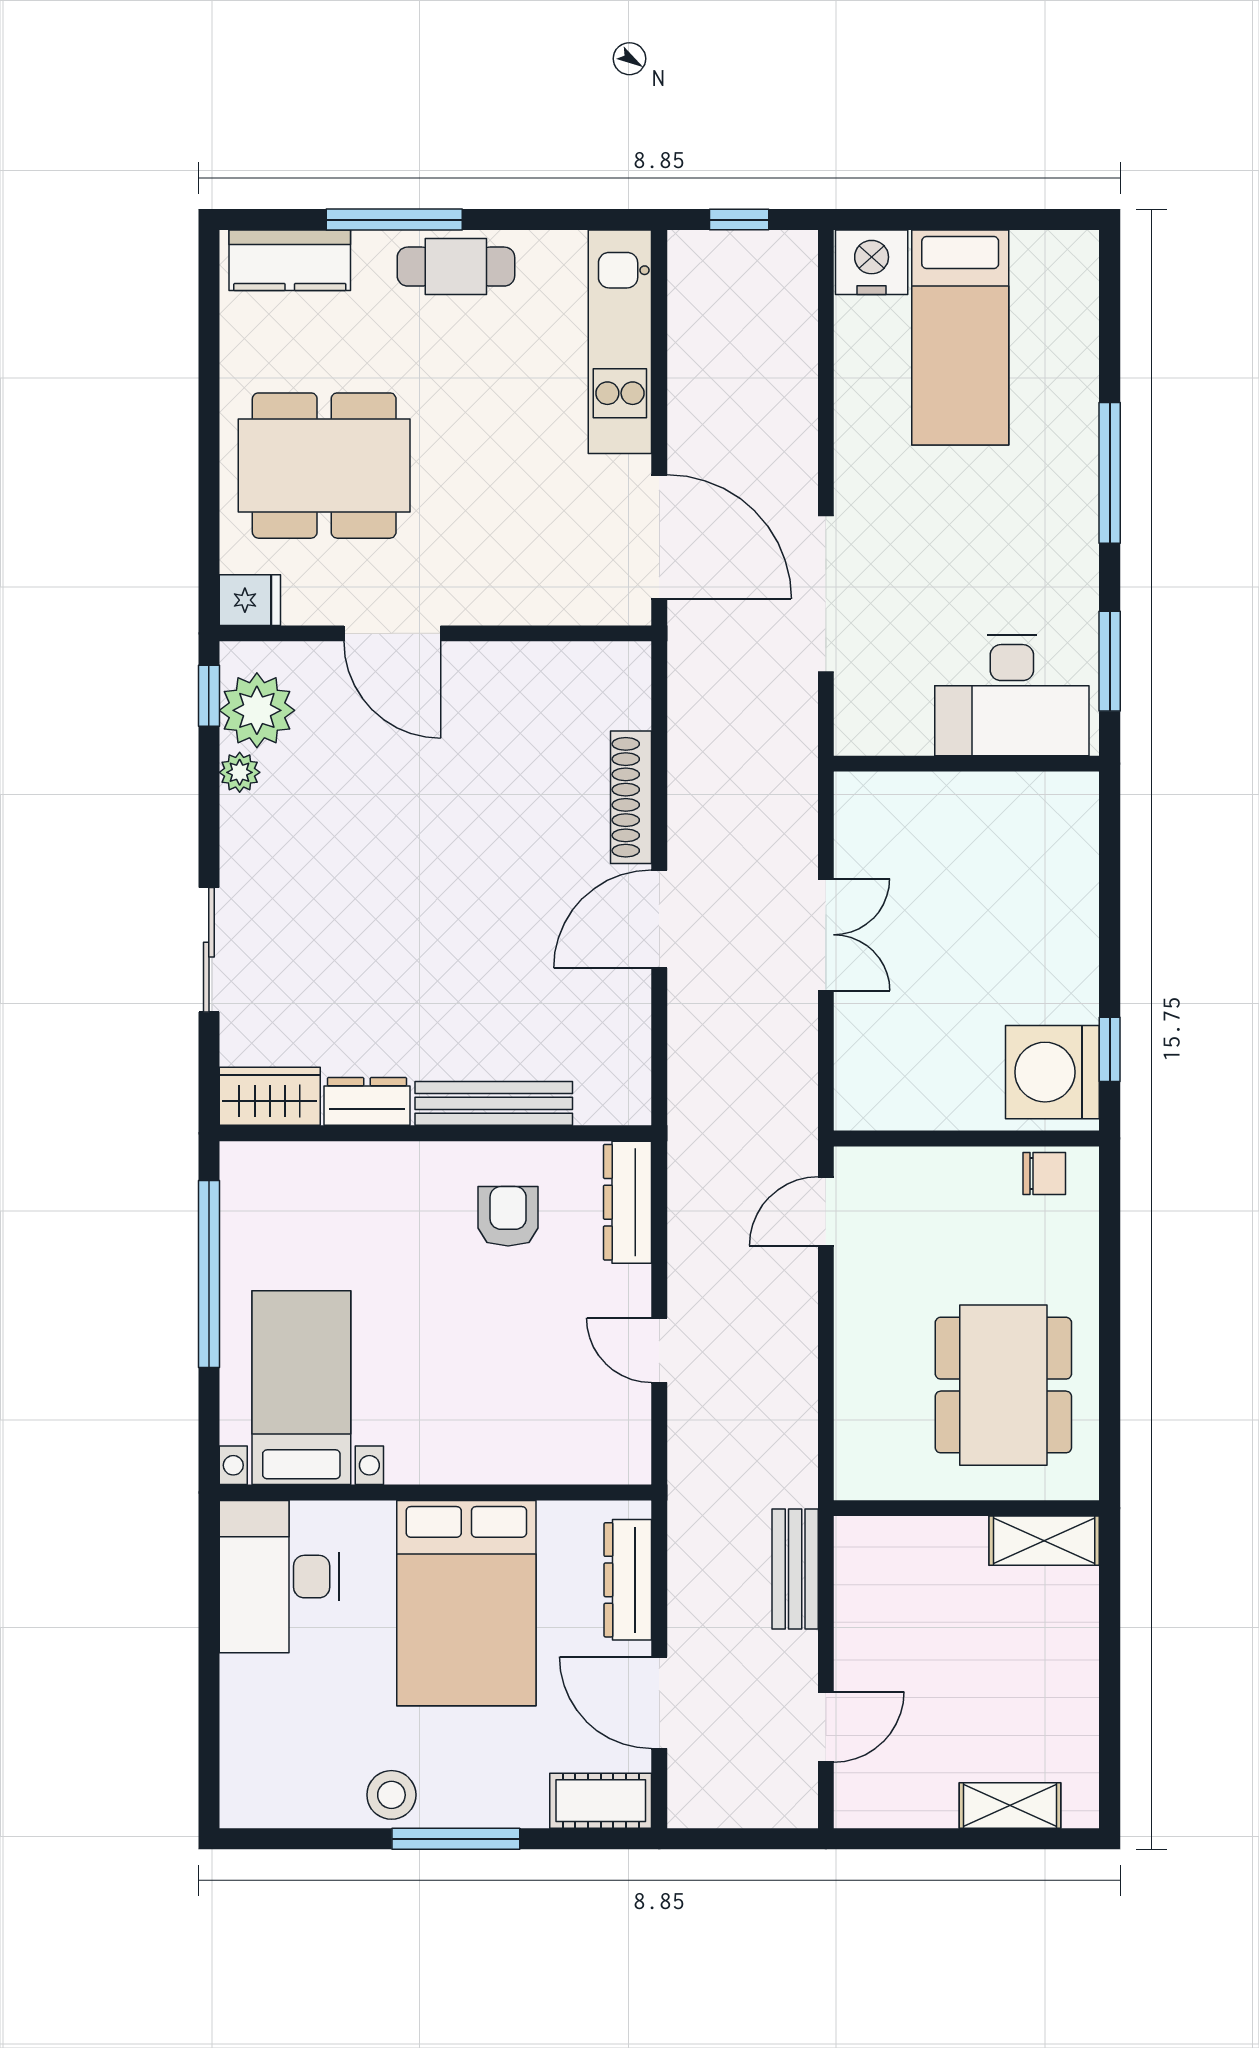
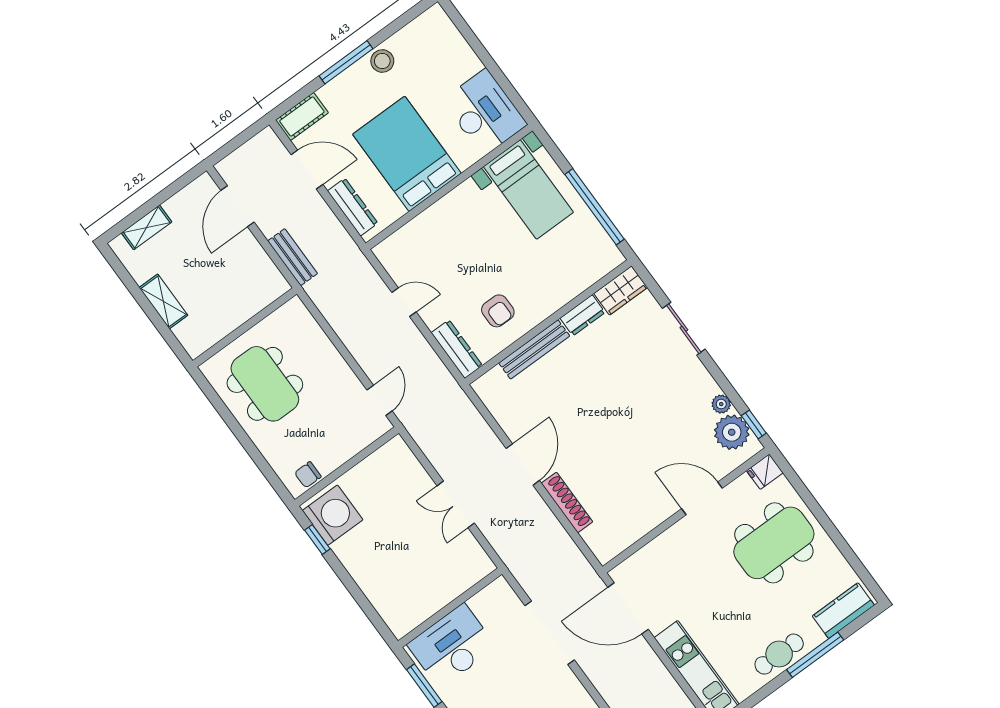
shelving: (1044, 1541) -> (163, 301), moved, turned 90
door: (826, 1727) -> (237, 206), width x1.38

